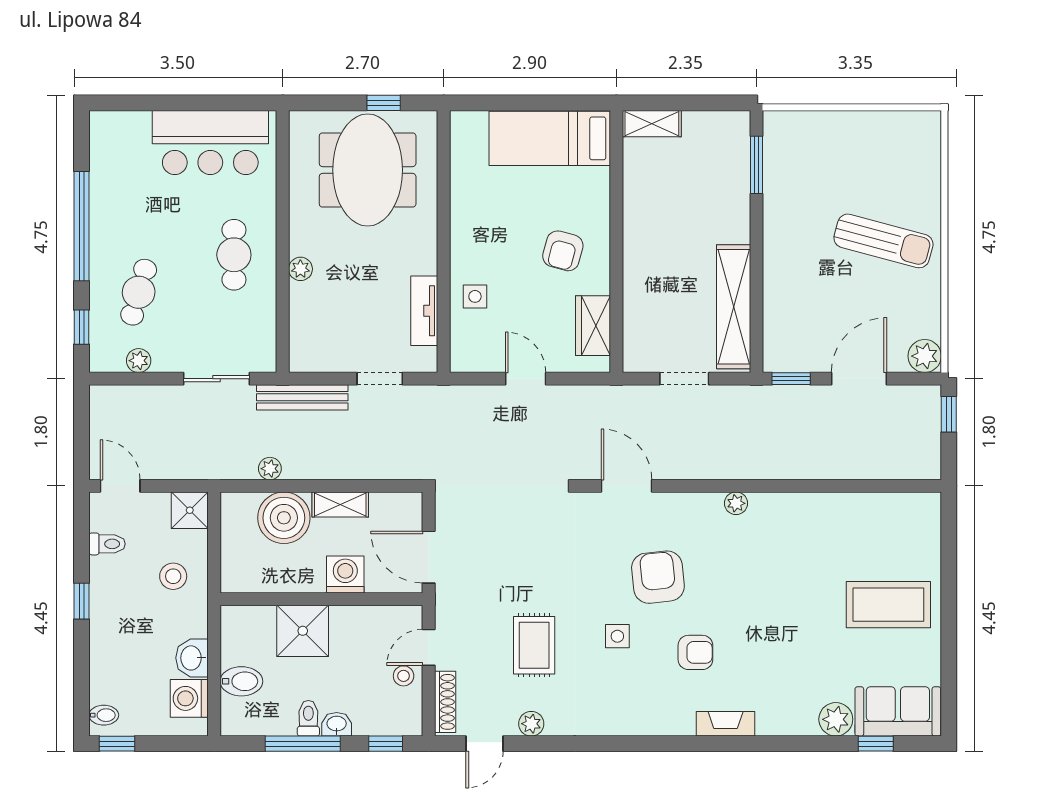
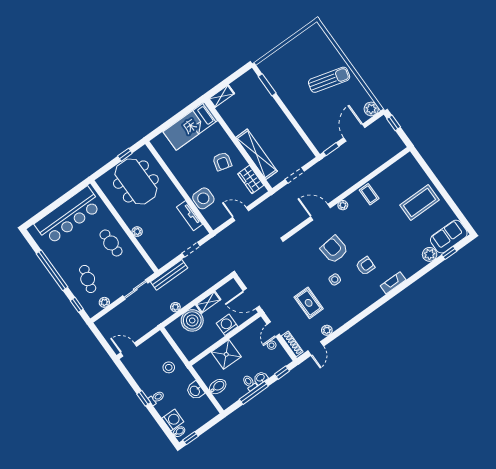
bar counter: (210, 143) -> (68, 216), width x1.36
side table: (475, 296) -> (203, 198), width x1.87, depth x1.87
shelving: (734, 307) -> (257, 154), moved
door: (627, 486) -> (320, 212), moved
shower: (190, 510) -> (158, 341), removed
coffee table: (802, 519) -> (369, 194), added
toilet: (107, 544) -> (156, 398), moved
washing machine: (189, 698) -> (173, 420), moved, turned 180

